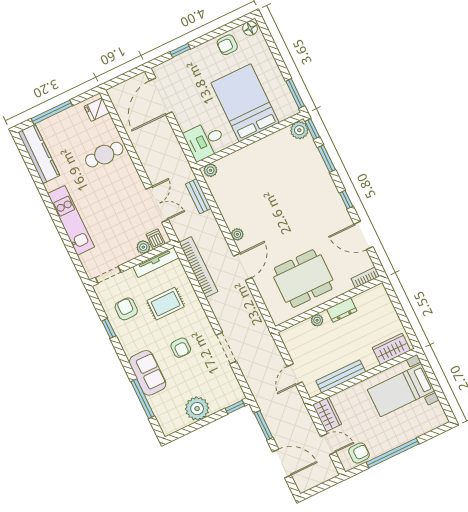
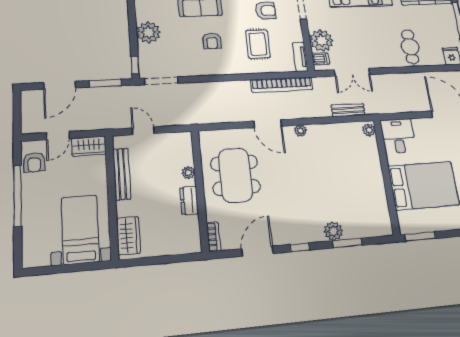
window: (312, 129) -> (381, 240), removed
plant: (299, 130) -> (333, 231), moved
plant: (143, 247) -> (321, 41), width x1.87, depth x1.87
tv unit: (156, 262) -> (300, 57), width x0.71
armchair: (181, 348) -> (212, 41), turned -90
doorway: (226, 348) -> (161, 81), moved

